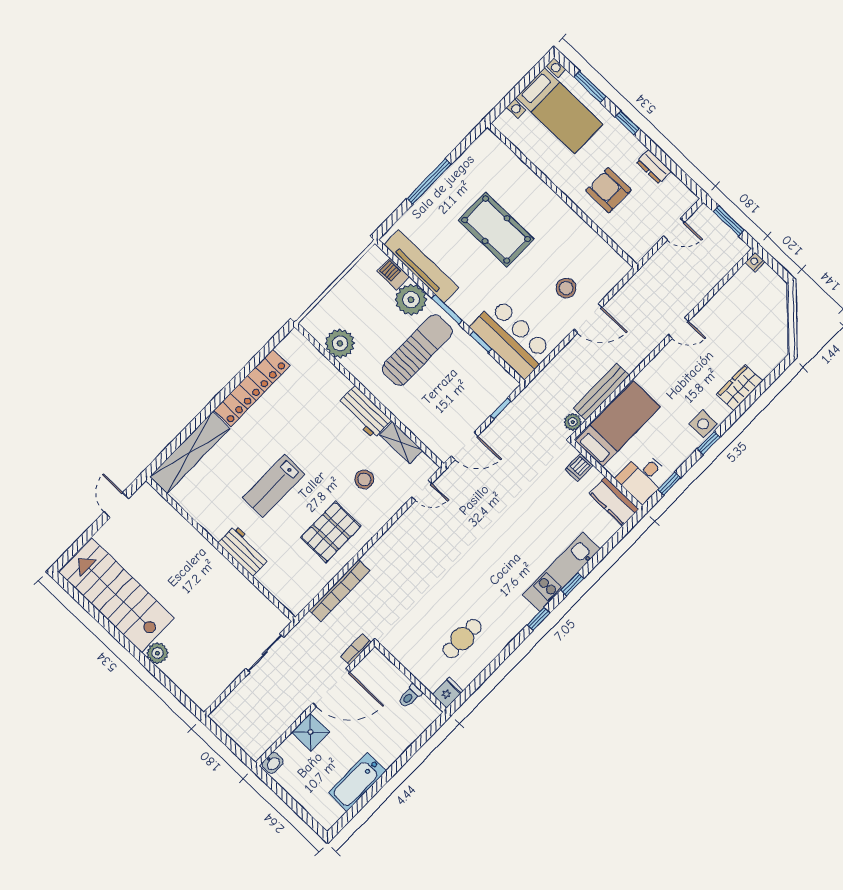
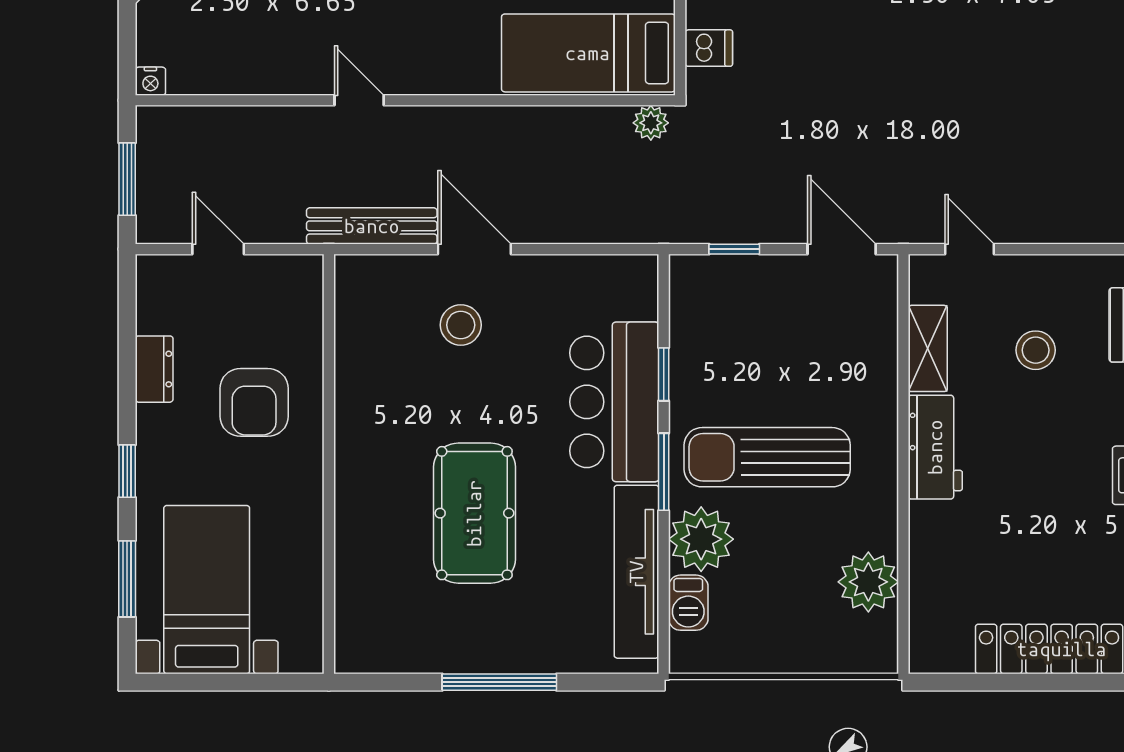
bar counter: (511, 338) -> (614, 402), moved
bench: (601, 392) -> (372, 226), moved

